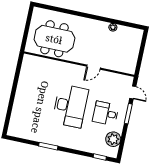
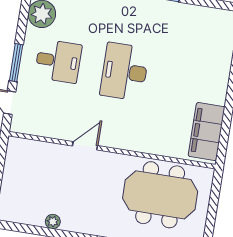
filing cabinet: (28, 71) -> (207, 131), added
desk: (70, 106) -> (125, 72), width x0.73, depth x0.77

